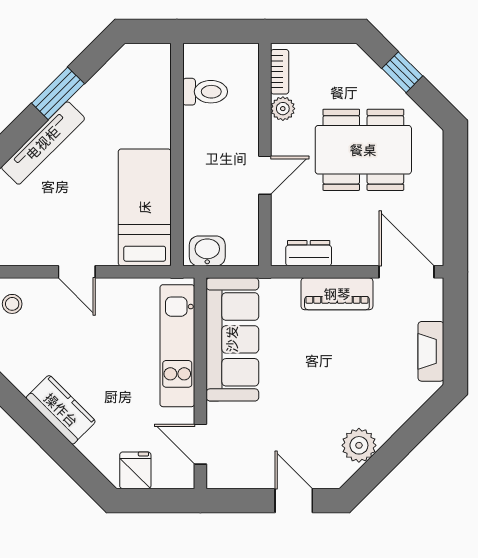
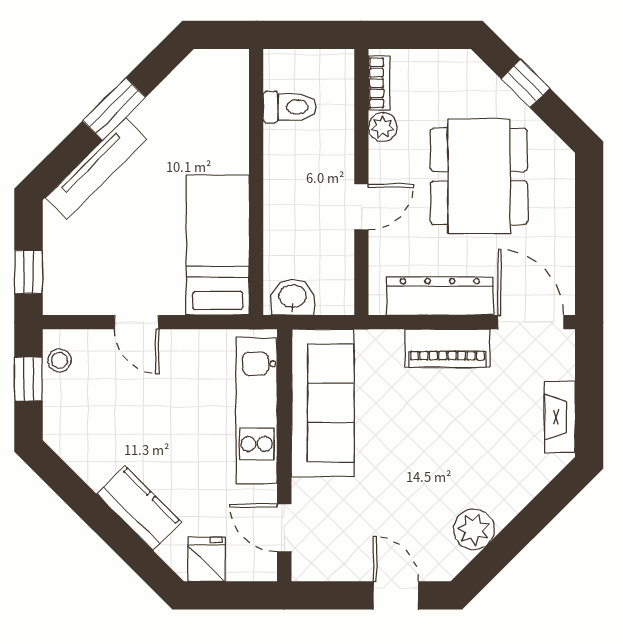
dining table: (363, 150) -> (479, 176), turned 90
dresser: (309, 253) -> (440, 296), width x1.96, depth x1.24
kitchen counter: (61, 410) -> (139, 508), moved

